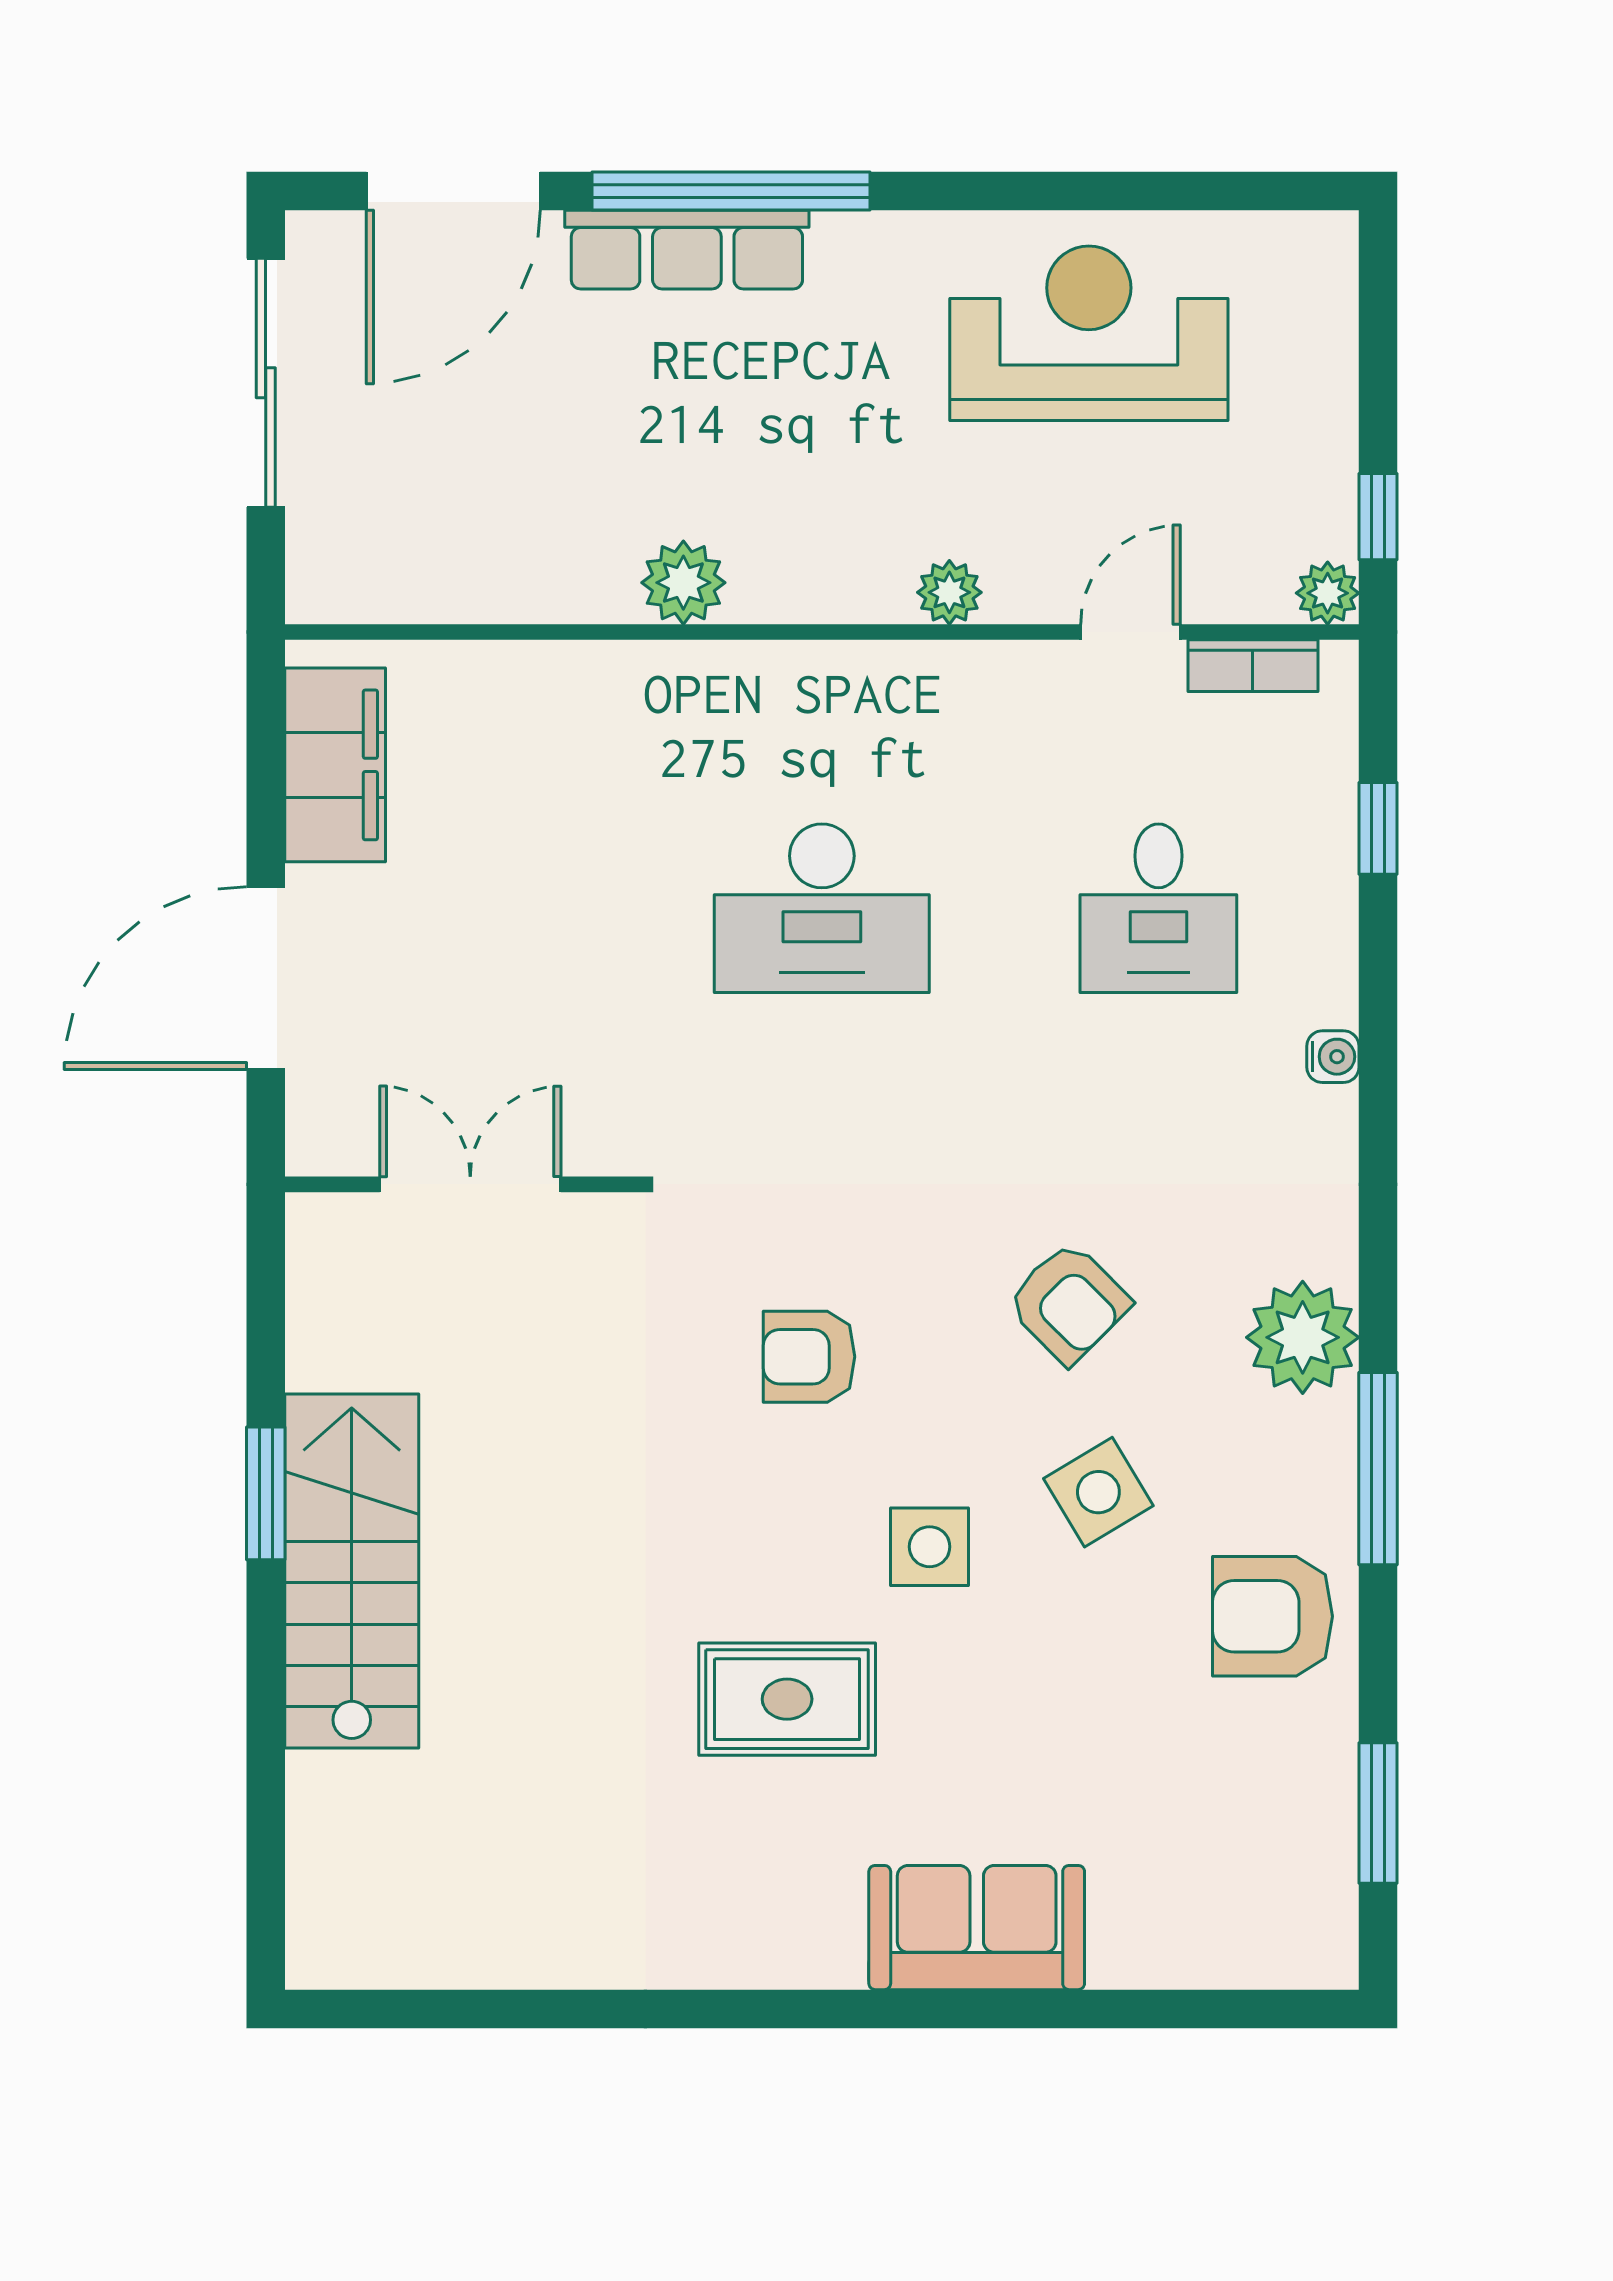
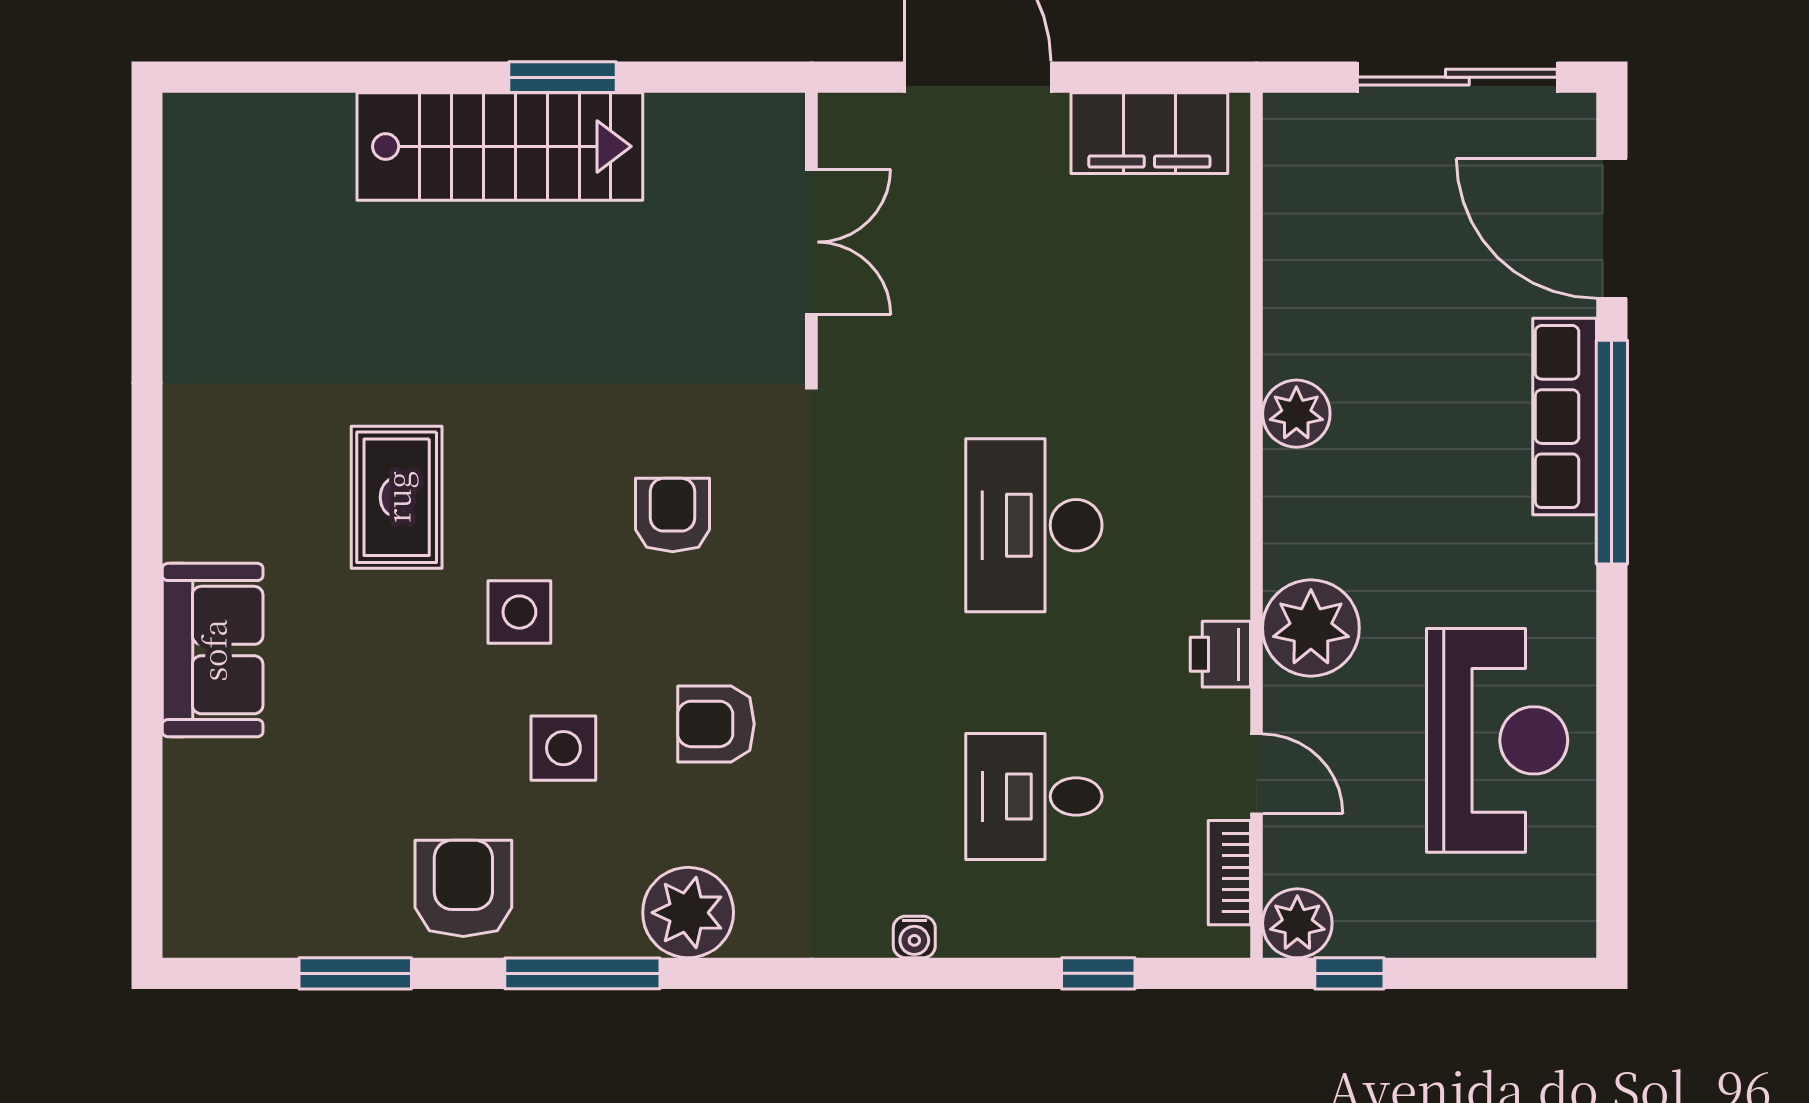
plant: (949, 592) -> (1311, 628), width x1.88, depth x1.88
plant: (1328, 593) -> (1297, 923), width x1.38, depth x1.38
printer: (982, 677) -> (1220, 654), added
armchair: (1068, 1303) -> (716, 724), turned 45
side table: (1098, 1492) -> (563, 748), turned 31
window: (1378, 1813) -> (355, 973), moved

